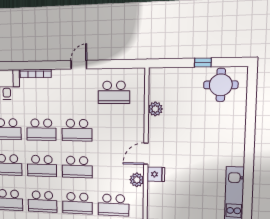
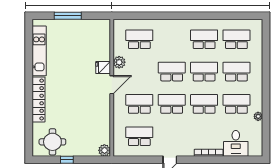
plant: (155, 109) -> (104, 150), moved
locker: (237, 138) -> (38, 99), added
school desk: (77, 203) -> (139, 104), moved

